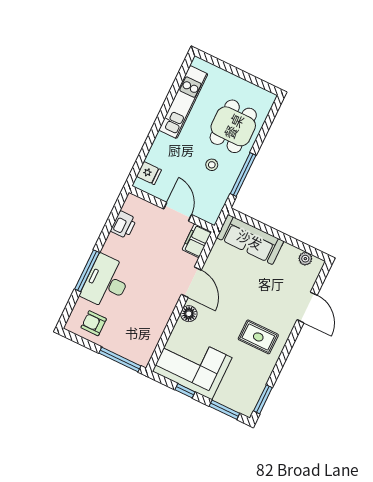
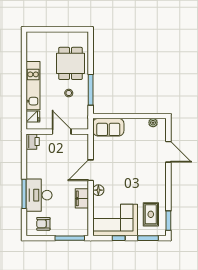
kitchen unit: (183, 102) -> (33, 86), moved
printer: (124, 225) -> (33, 142), moved
sofa: (250, 239) -> (108, 127), width x0.73
filing cabinet: (197, 241) -> (82, 198), moved
door: (191, 282) -> (91, 170), swing flipped
rug: (258, 337) -> (151, 214), moved, turned 90

